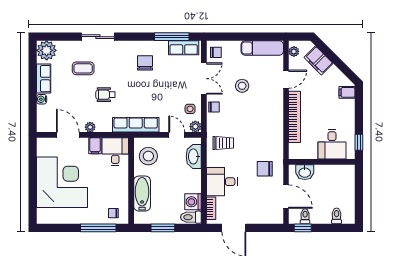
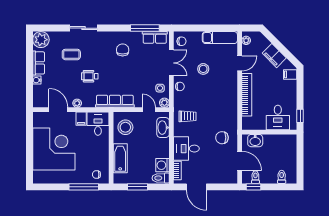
filing cabinet: (319, 60) -> (274, 56), moved

